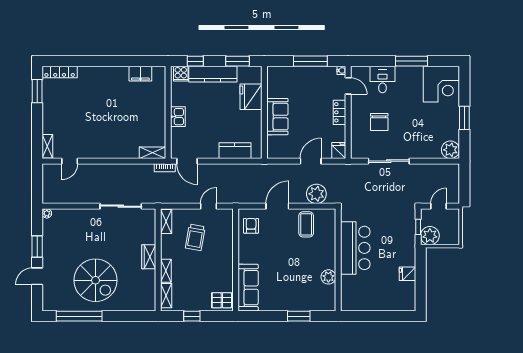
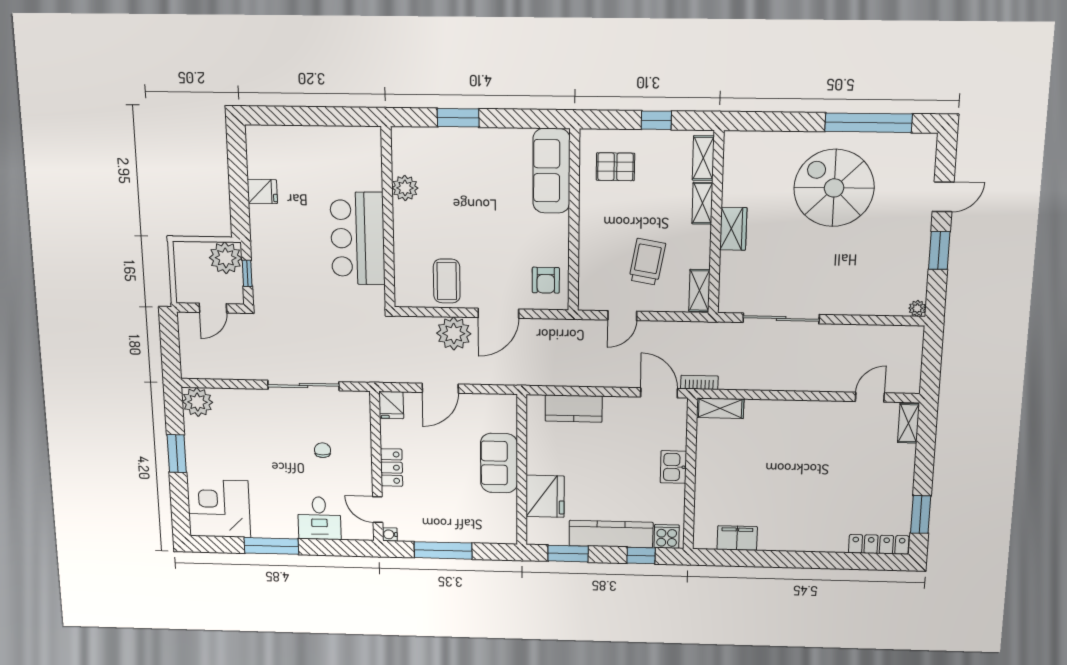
chair: (379, 122) -> (323, 450), width x0.54, depth x0.54
plant: (316, 194) -> (454, 333), moved
pallet: (222, 300) -> (615, 167), moved

